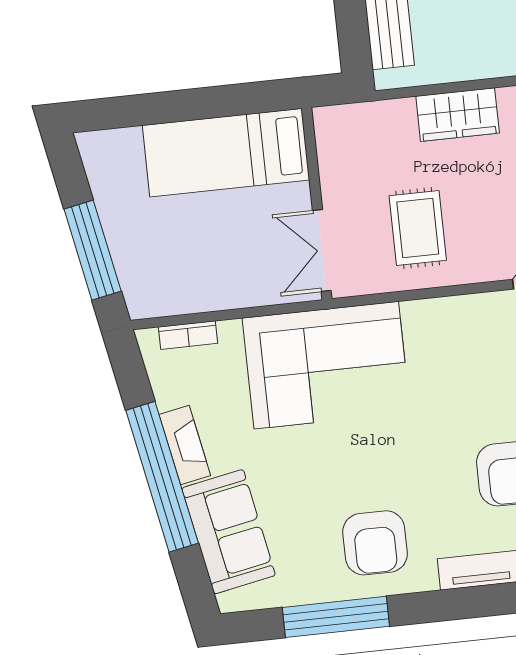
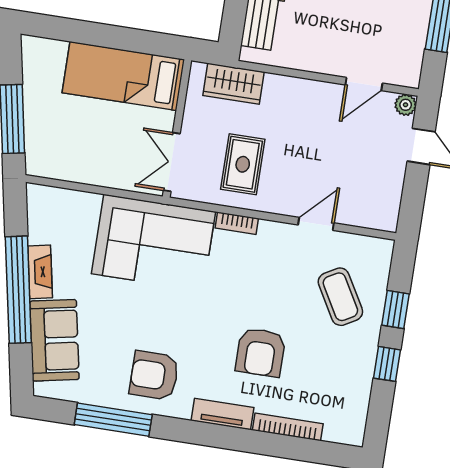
wardrobe: (458, 115) -> (234, 84), moved
bookcase: (188, 335) -> (237, 223), moved
armchair: (375, 543) -> (154, 375), turned 90

